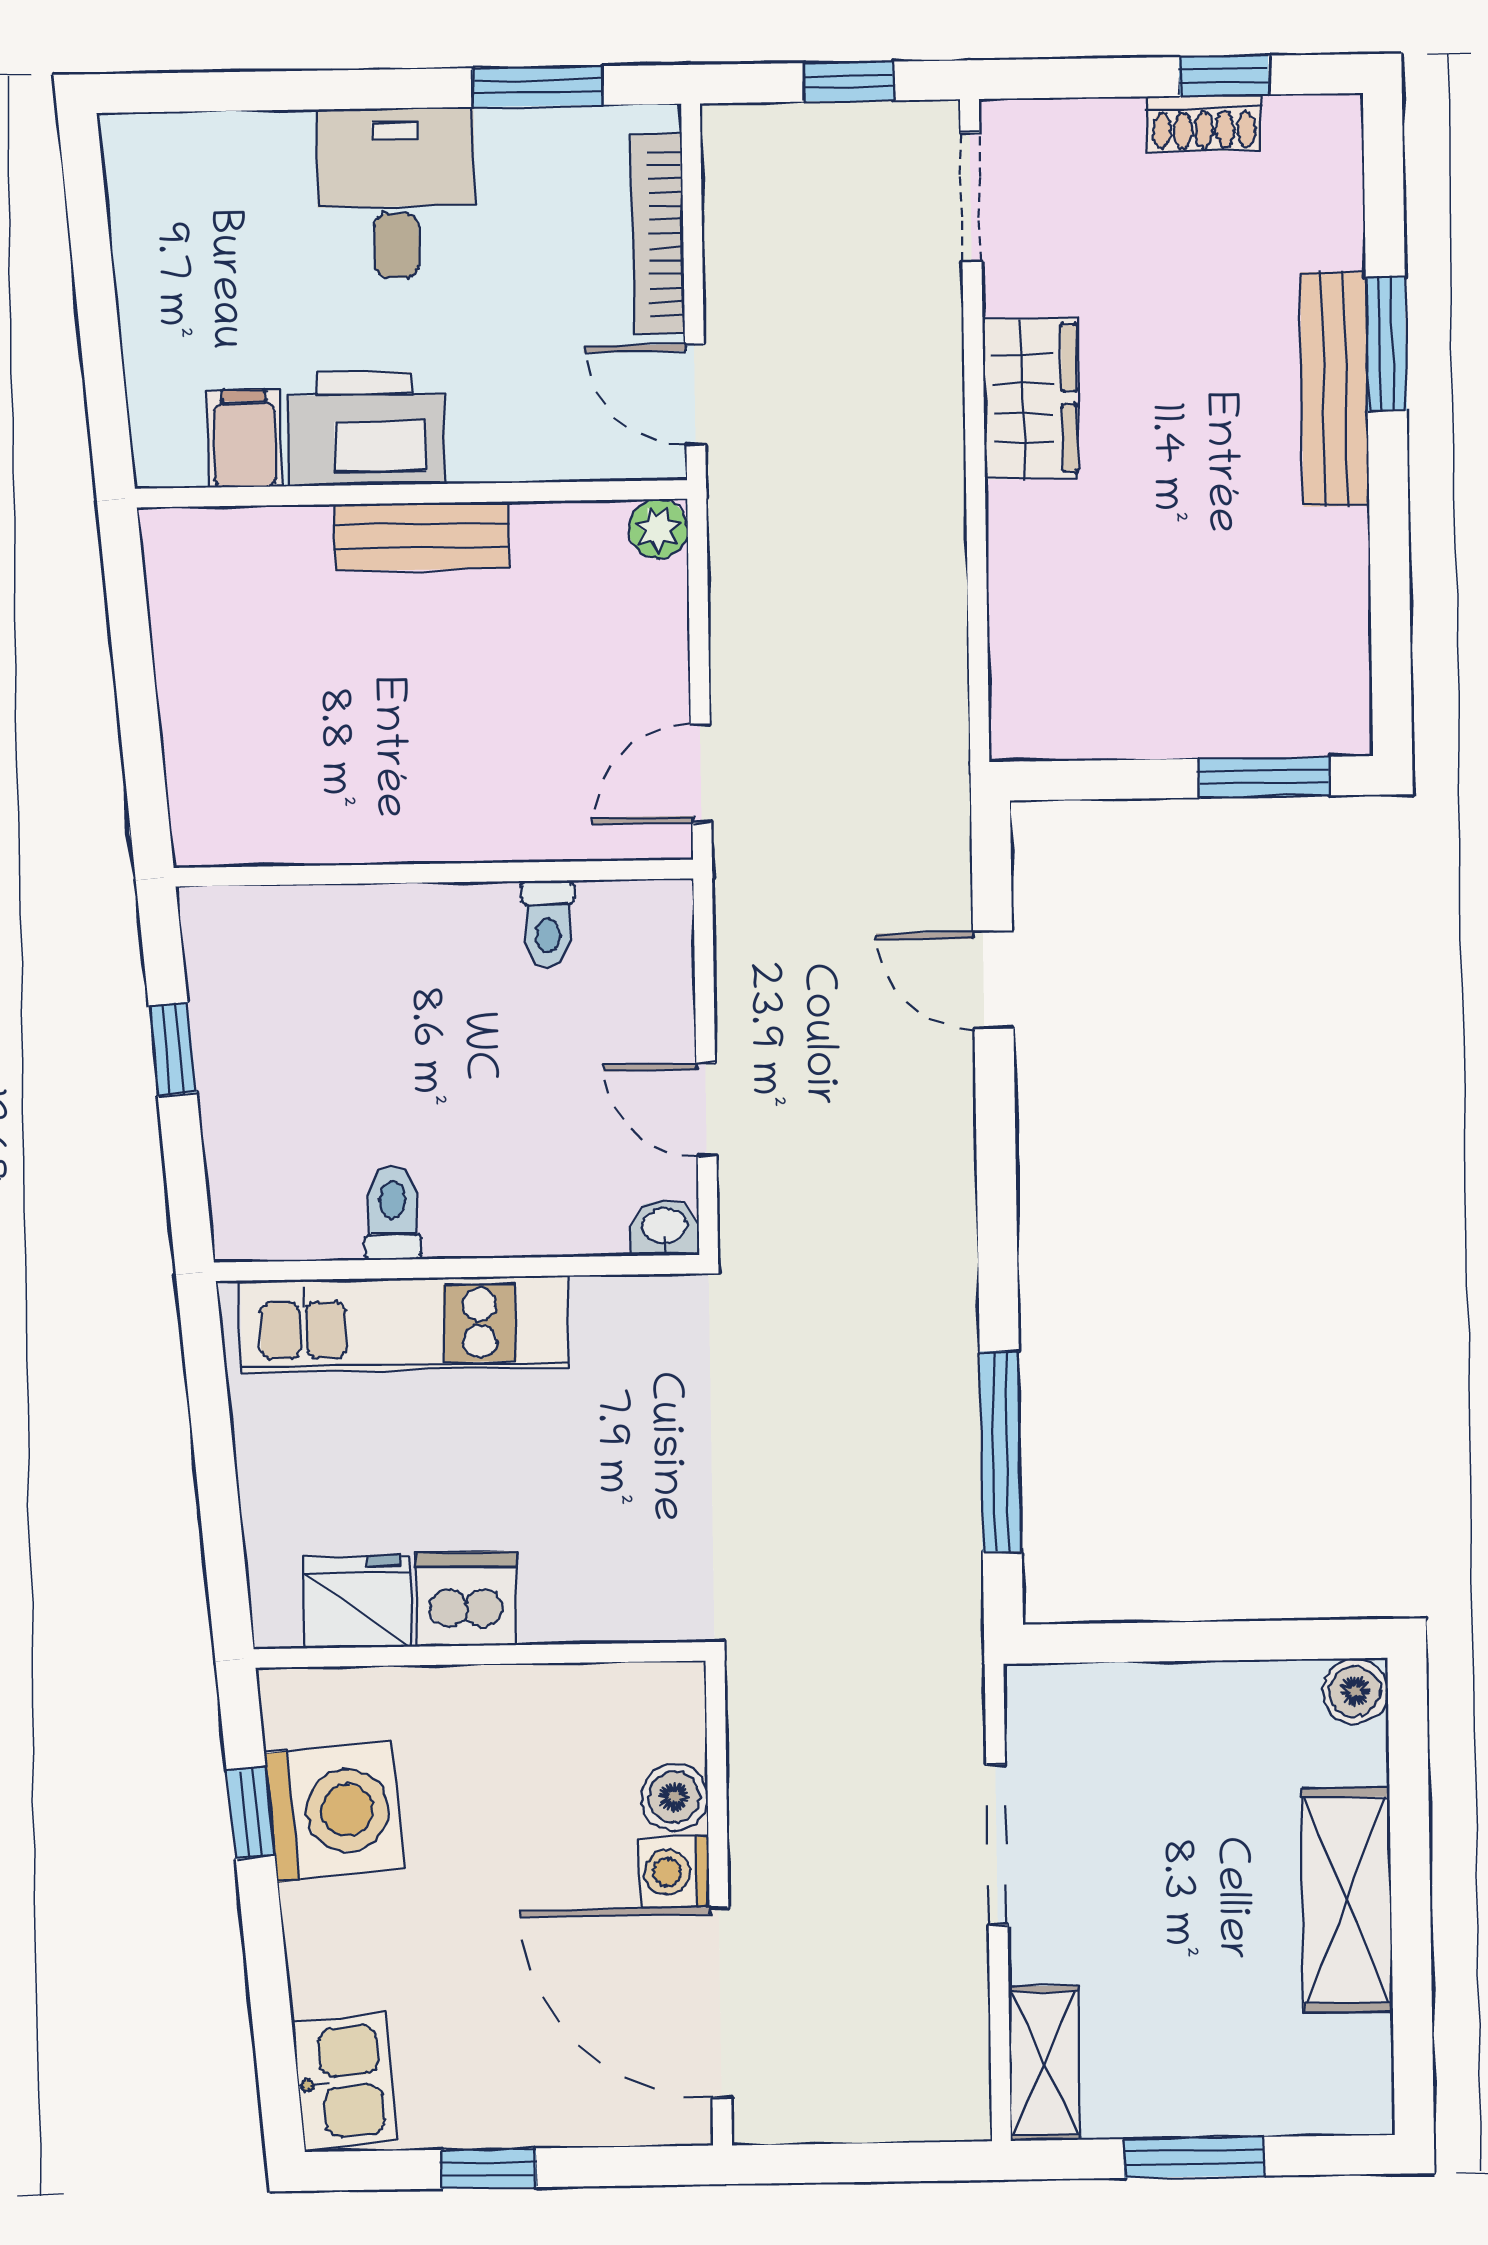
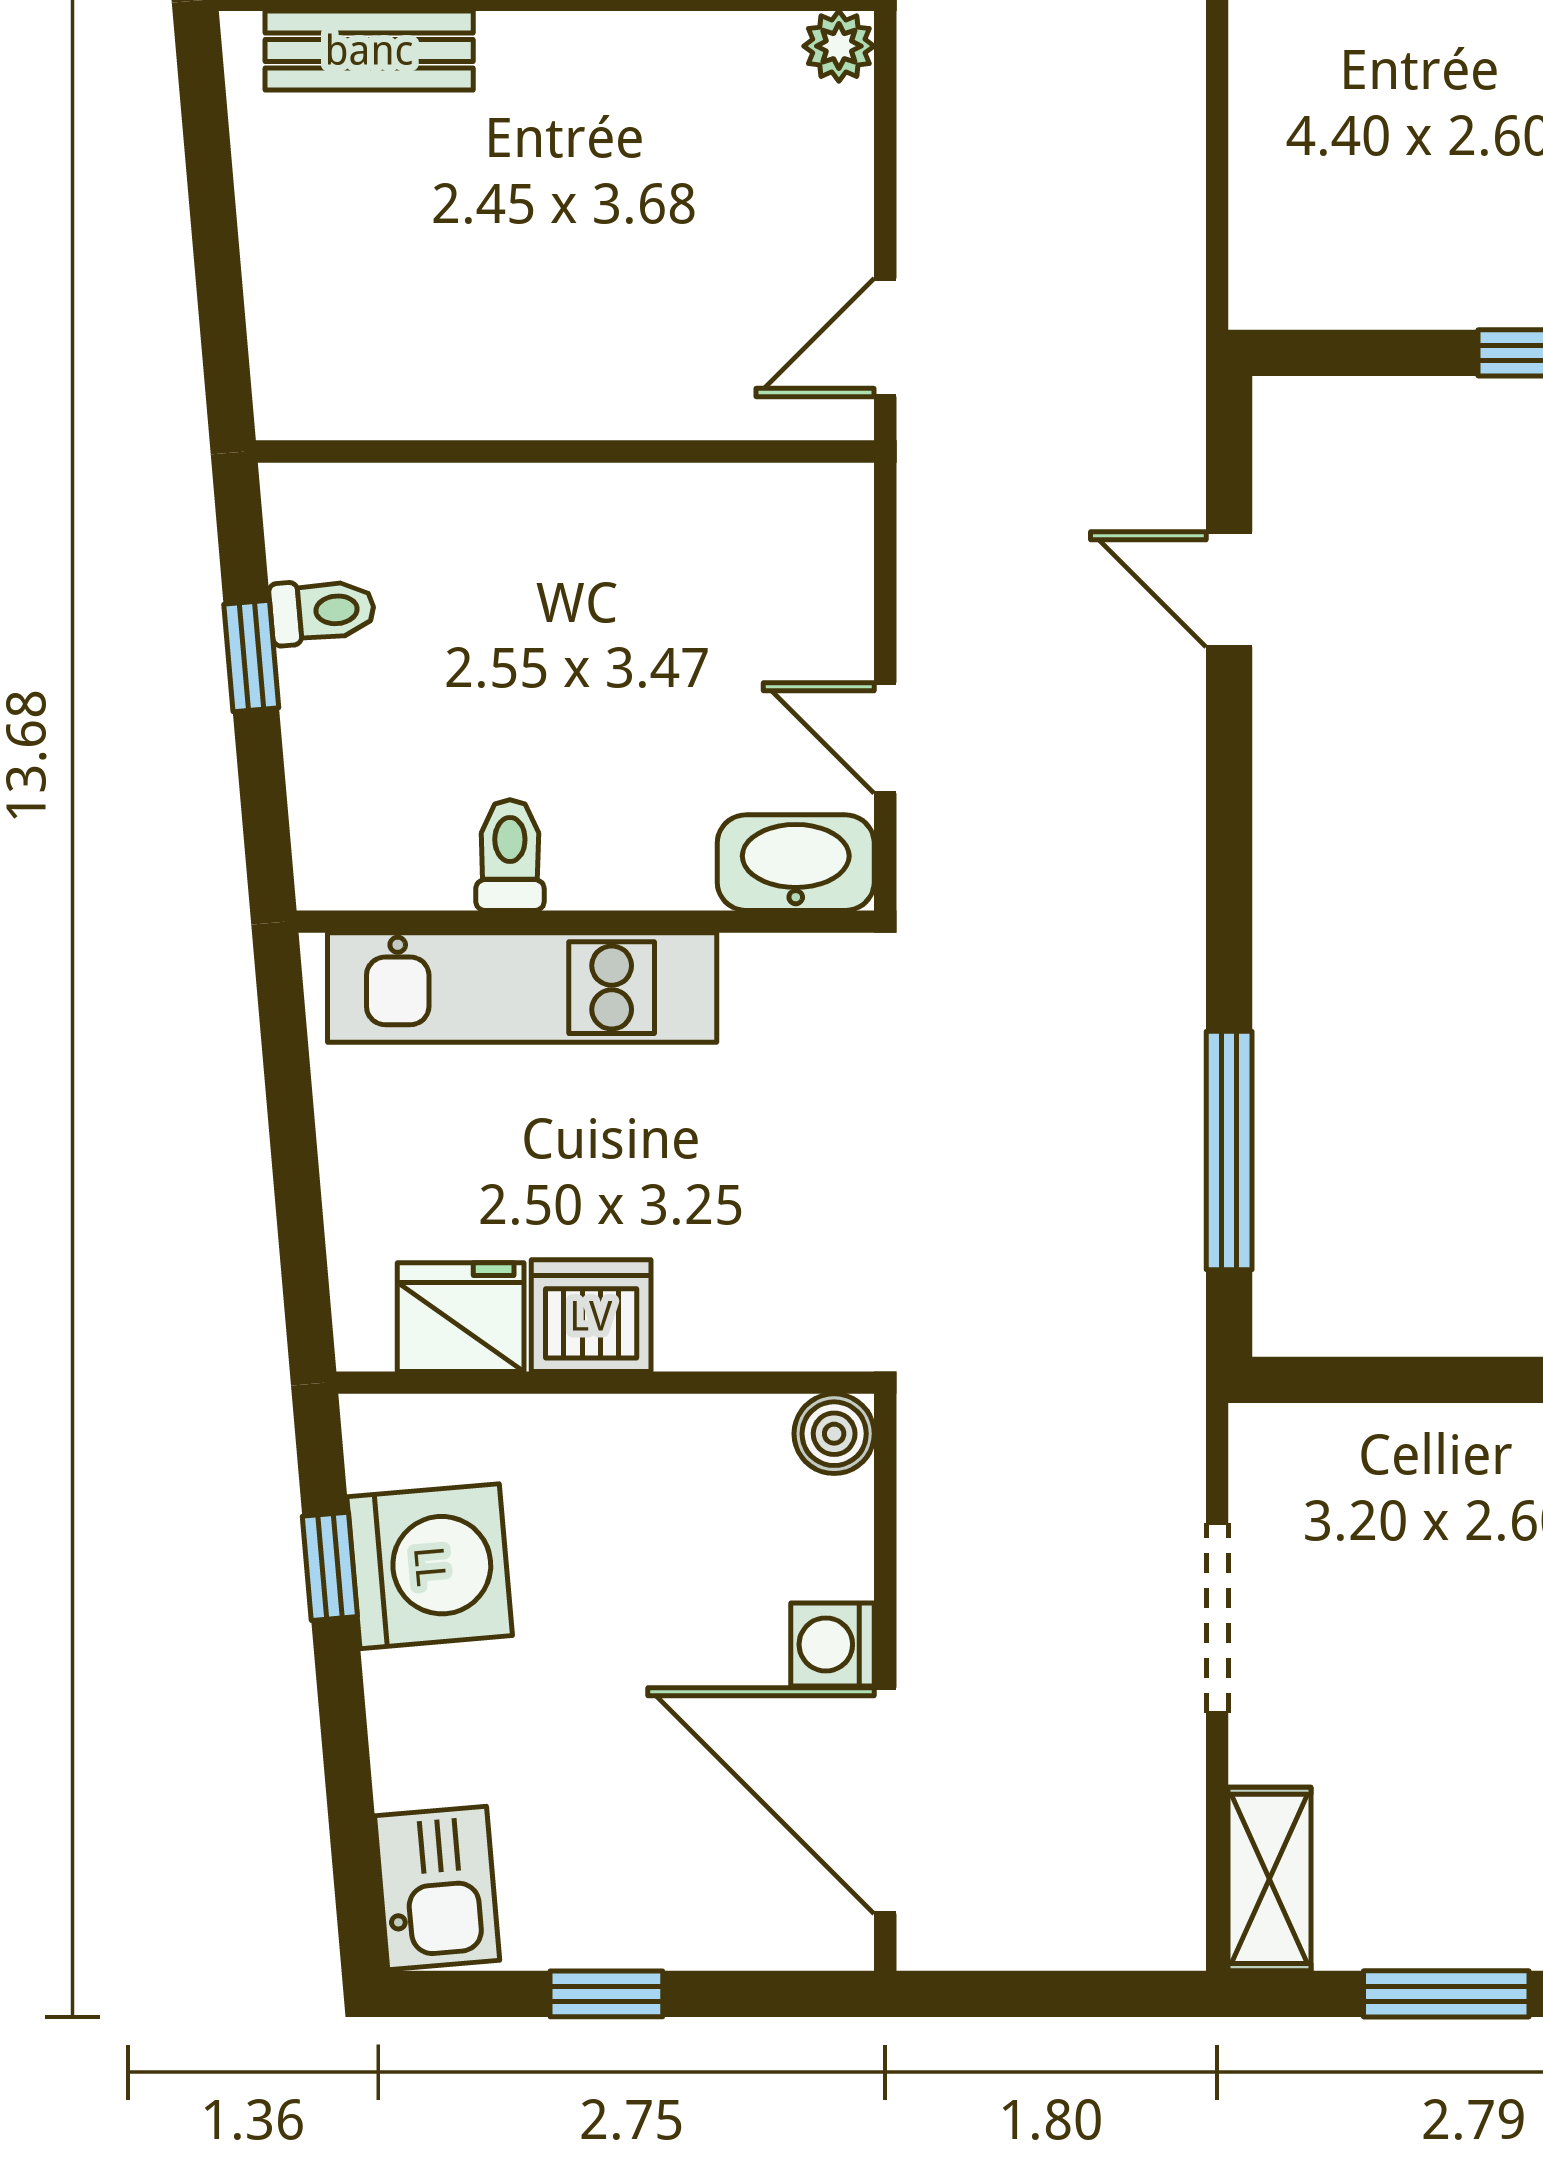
bench: (422, 536) -> (369, 50), moved
toilet: (548, 924) -> (322, 611), moved, turned -95
washbasin: (664, 1228) -> (796, 863), width x1.91, depth x1.45
boiler: (674, 1797) -> (834, 1434), moved

